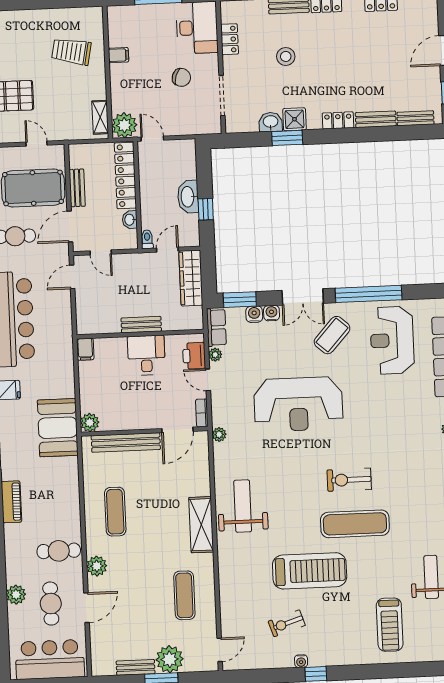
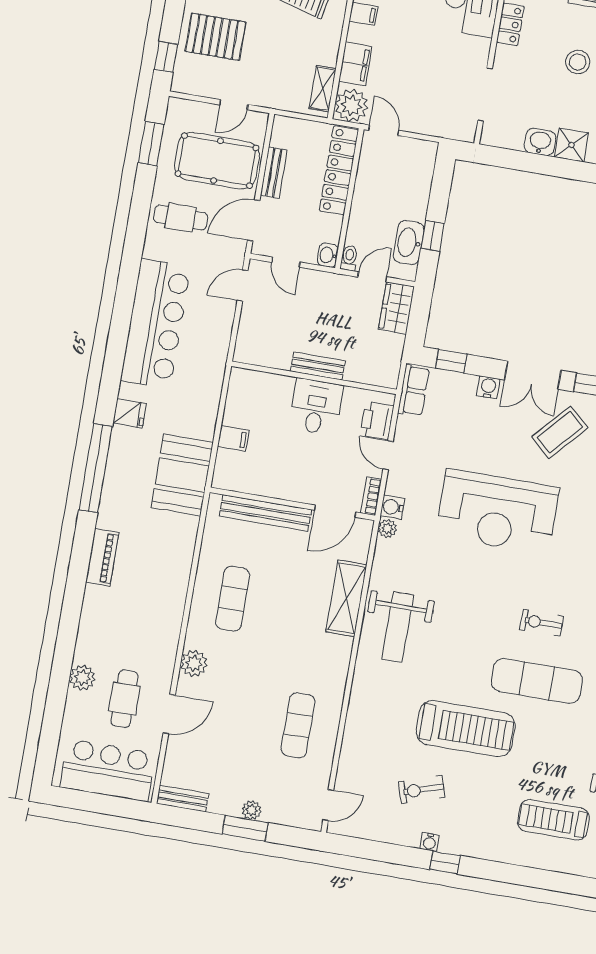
chair: (181, 77) -> (438, 60), removed
filing cabinet: (120, 94) -> (355, 64), added
window: (287, 138) -> (557, 167), removed
door: (37, 144) -> (234, 105), swing flipped
washbasin: (188, 197) -> (409, 243), moved
washbasin: (130, 220) -> (328, 255), moved
wardrobe: (191, 278) -> (396, 308), width x0.67
window: (240, 300) -> (451, 361), width x0.67
water cooler: (254, 314) -> (392, 507), moved, turned -90
filing cabinet: (85, 349) -> (233, 438), moved, turned -90
plant: (215, 355) -> (404, 425), removed
plant: (90, 423) -> (225, 477), removed
exercise bike: (349, 480) -> (542, 623), width x0.73, depth x0.72
weight bench: (243, 506) -> (398, 627), turned 180
shelving: (201, 525) -> (346, 598), moved
cafe table: (59, 551) -> (149, 633), removed
treadmill: (390, 625) -> (553, 820), turned 90
plant: (170, 659) -> (252, 810), width x0.53, depth x0.53
bench: (136, 667) -> (183, 799), moved

